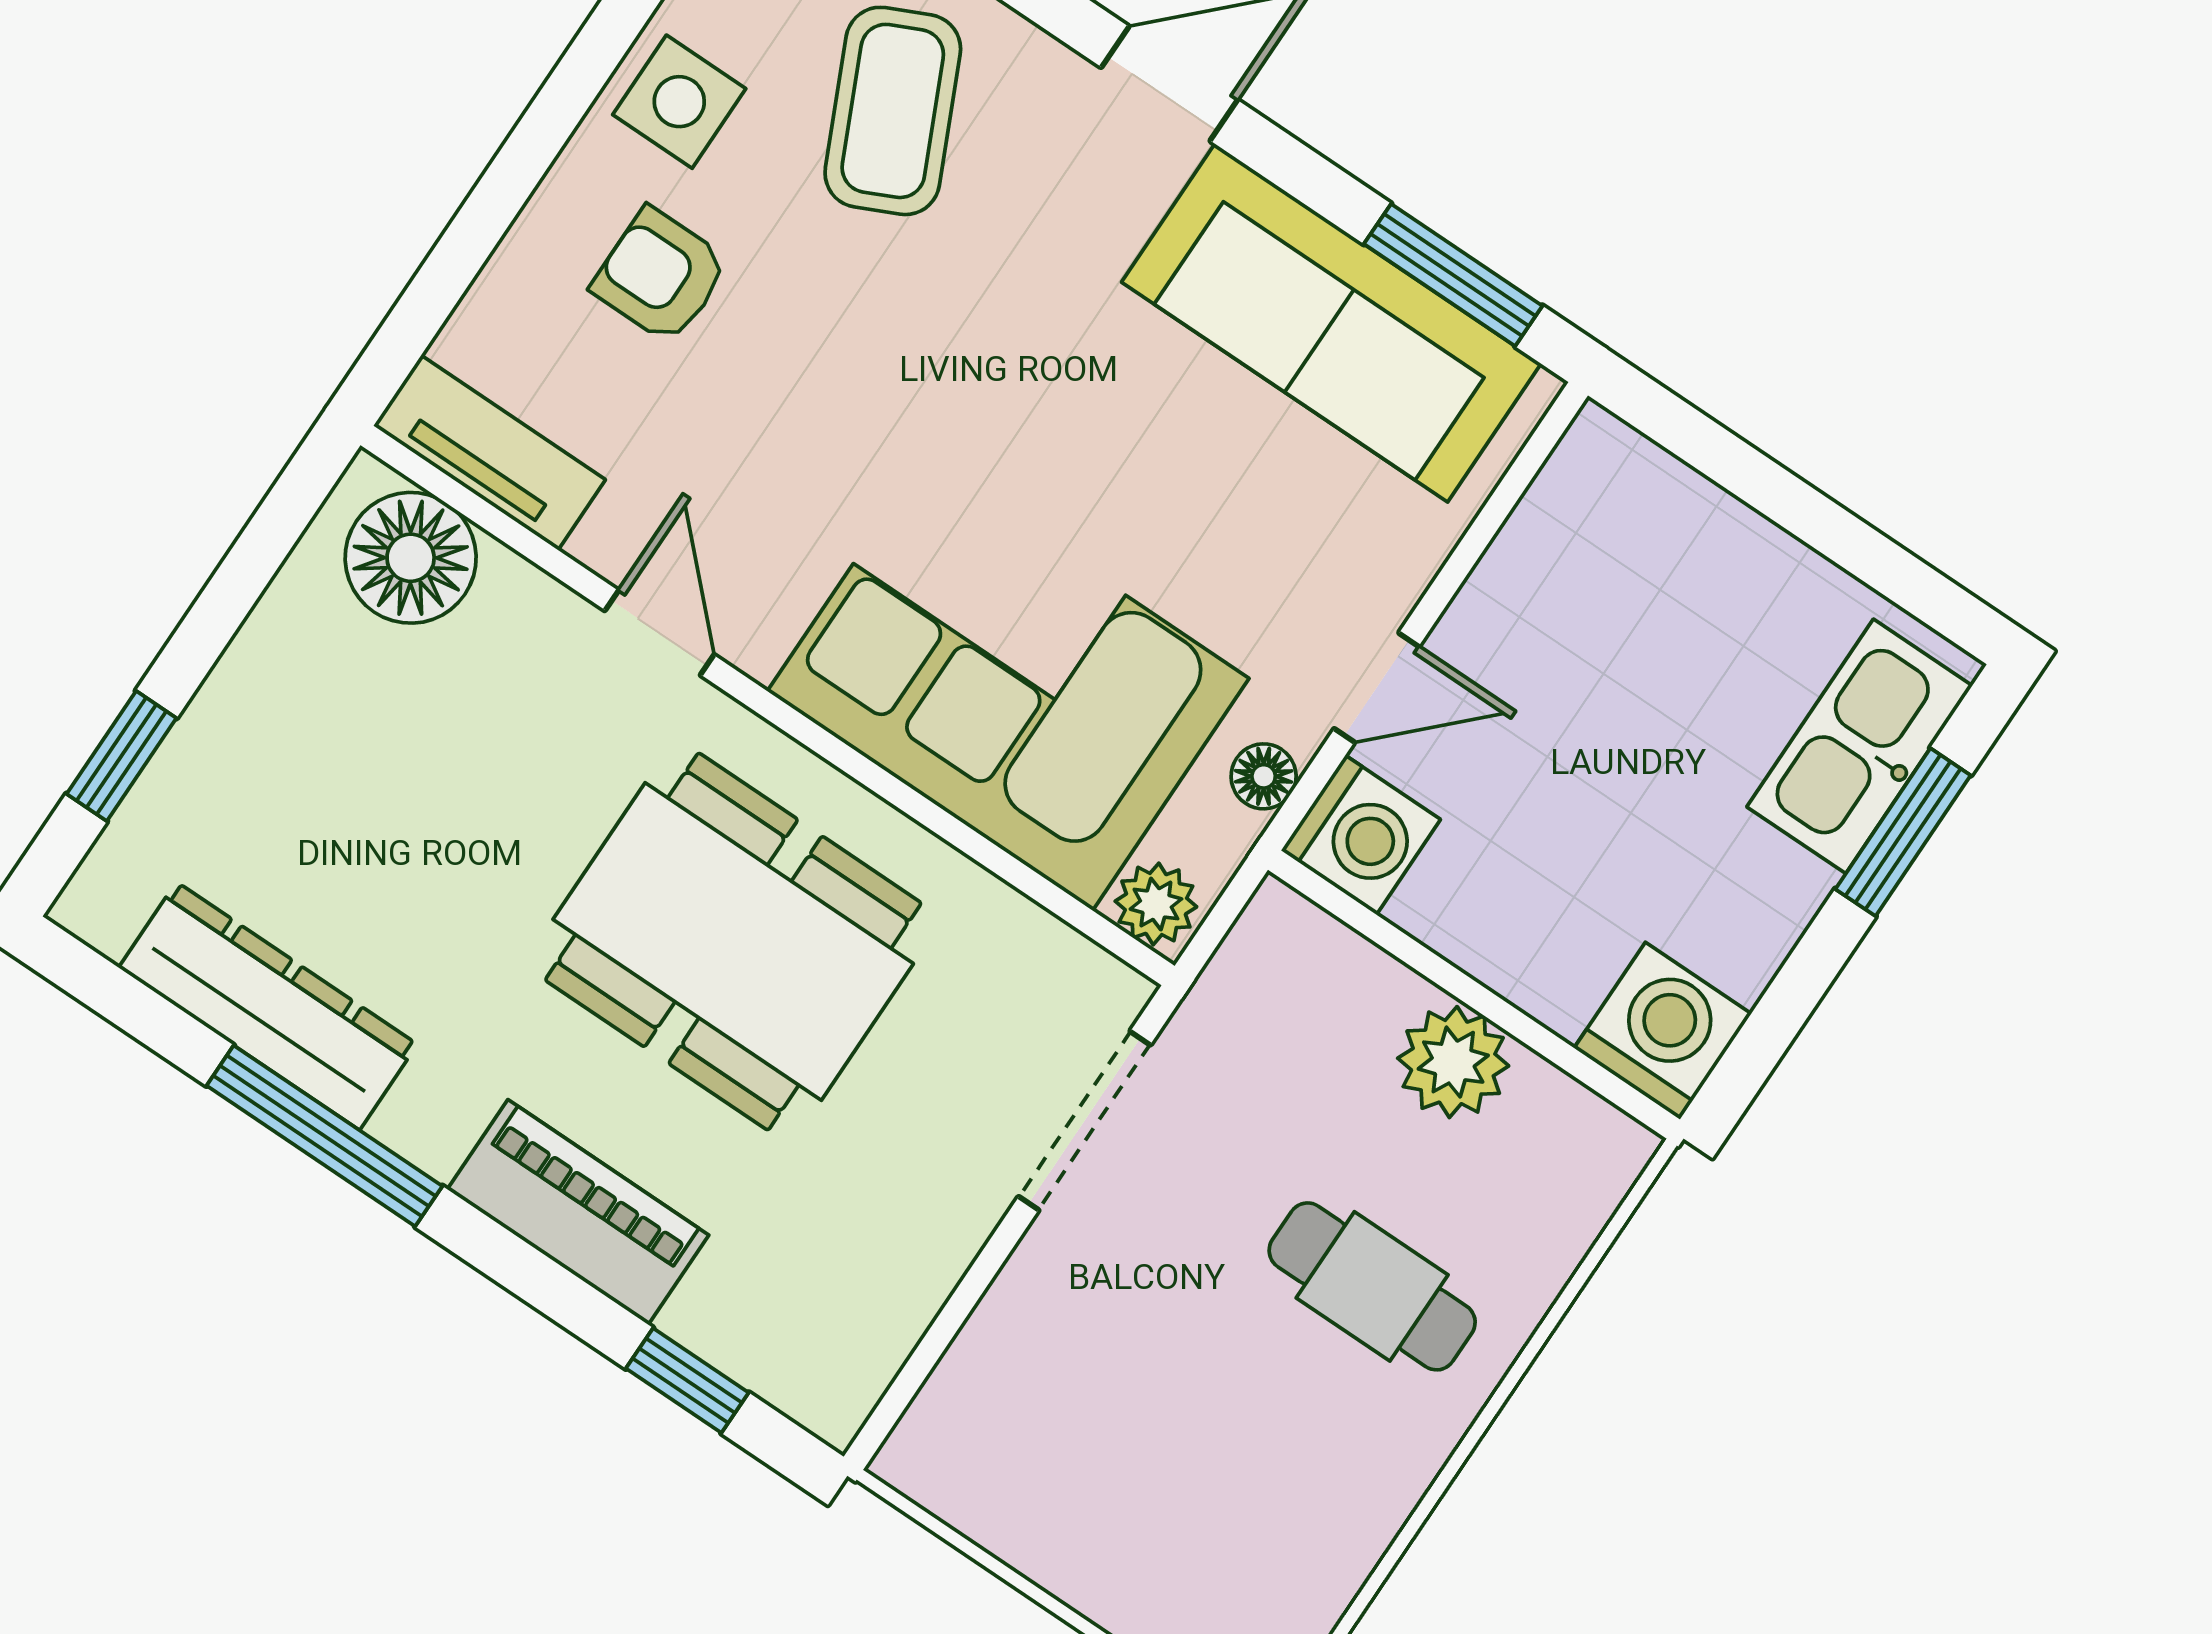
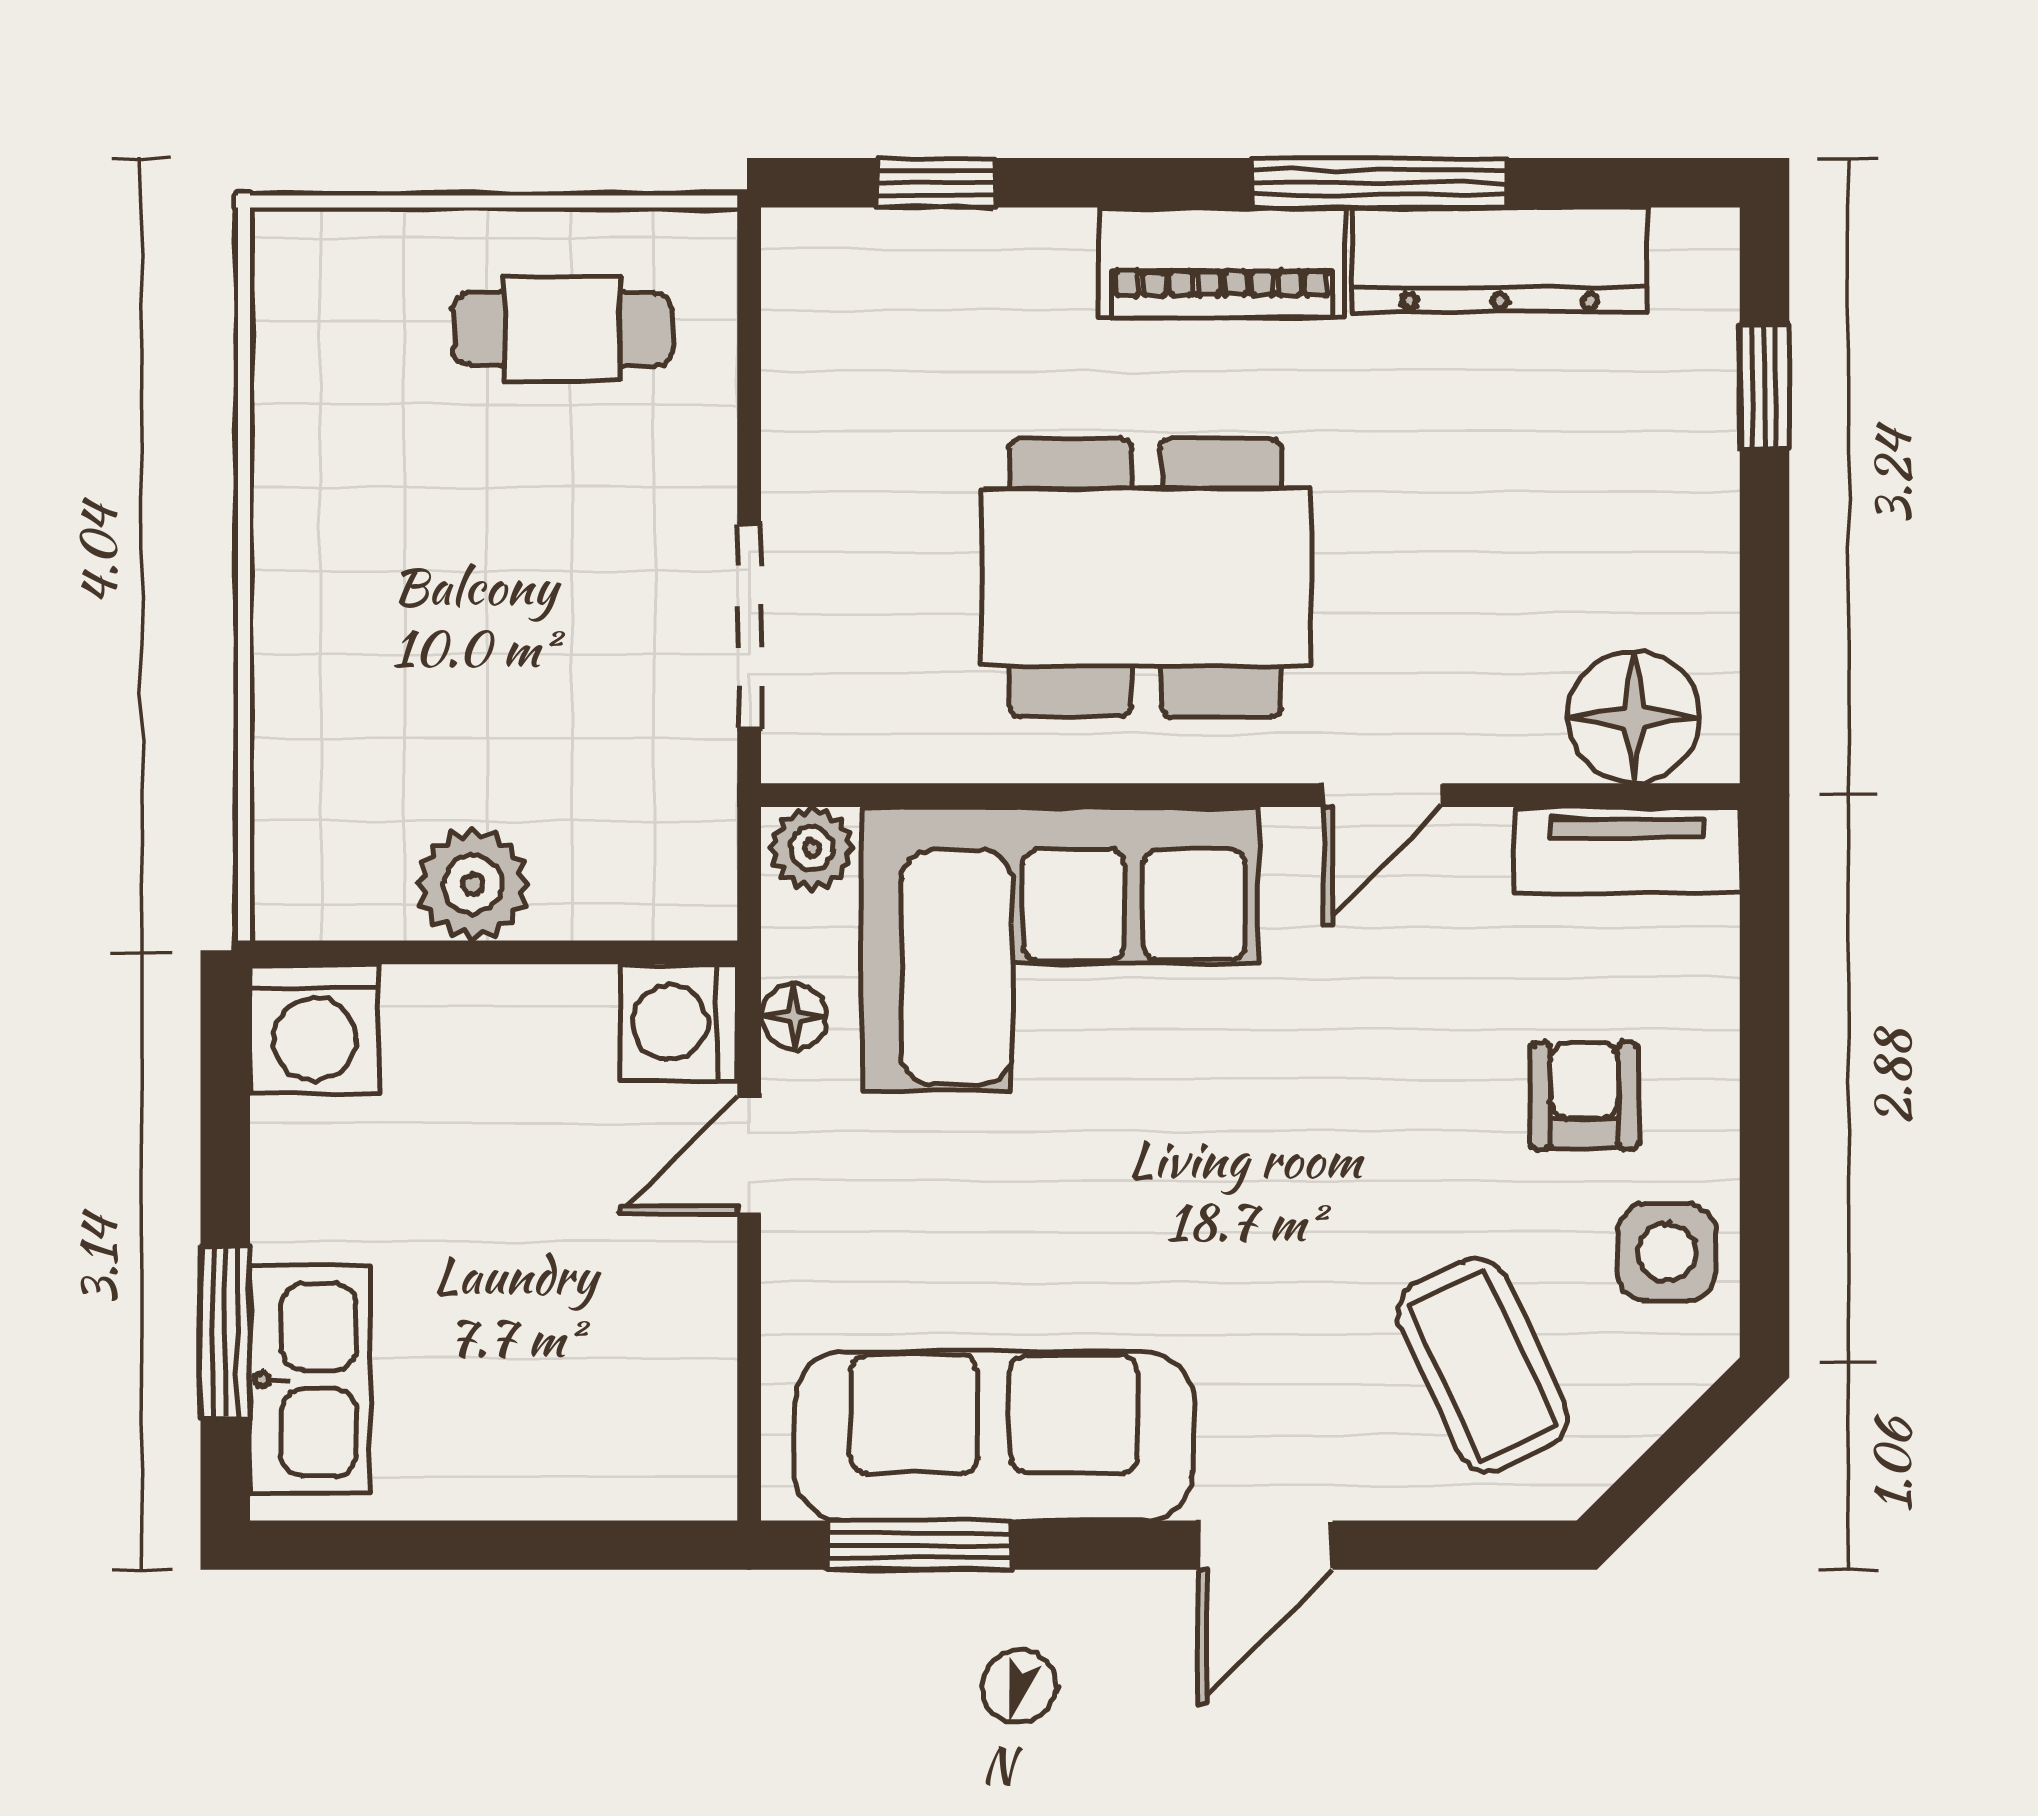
armchair: (660, 275) -> (1584, 1096), turned -90
door: (659, 633) -> (1383, 795), hinge flipped
piano: (578, 1212) -> (1222, 262), moved
cafe table: (1372, 1286) -> (562, 329), moved

